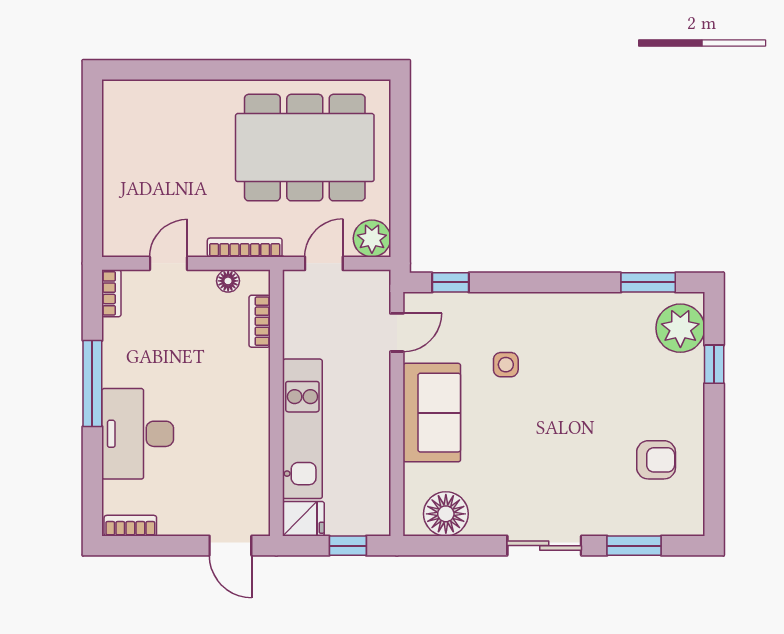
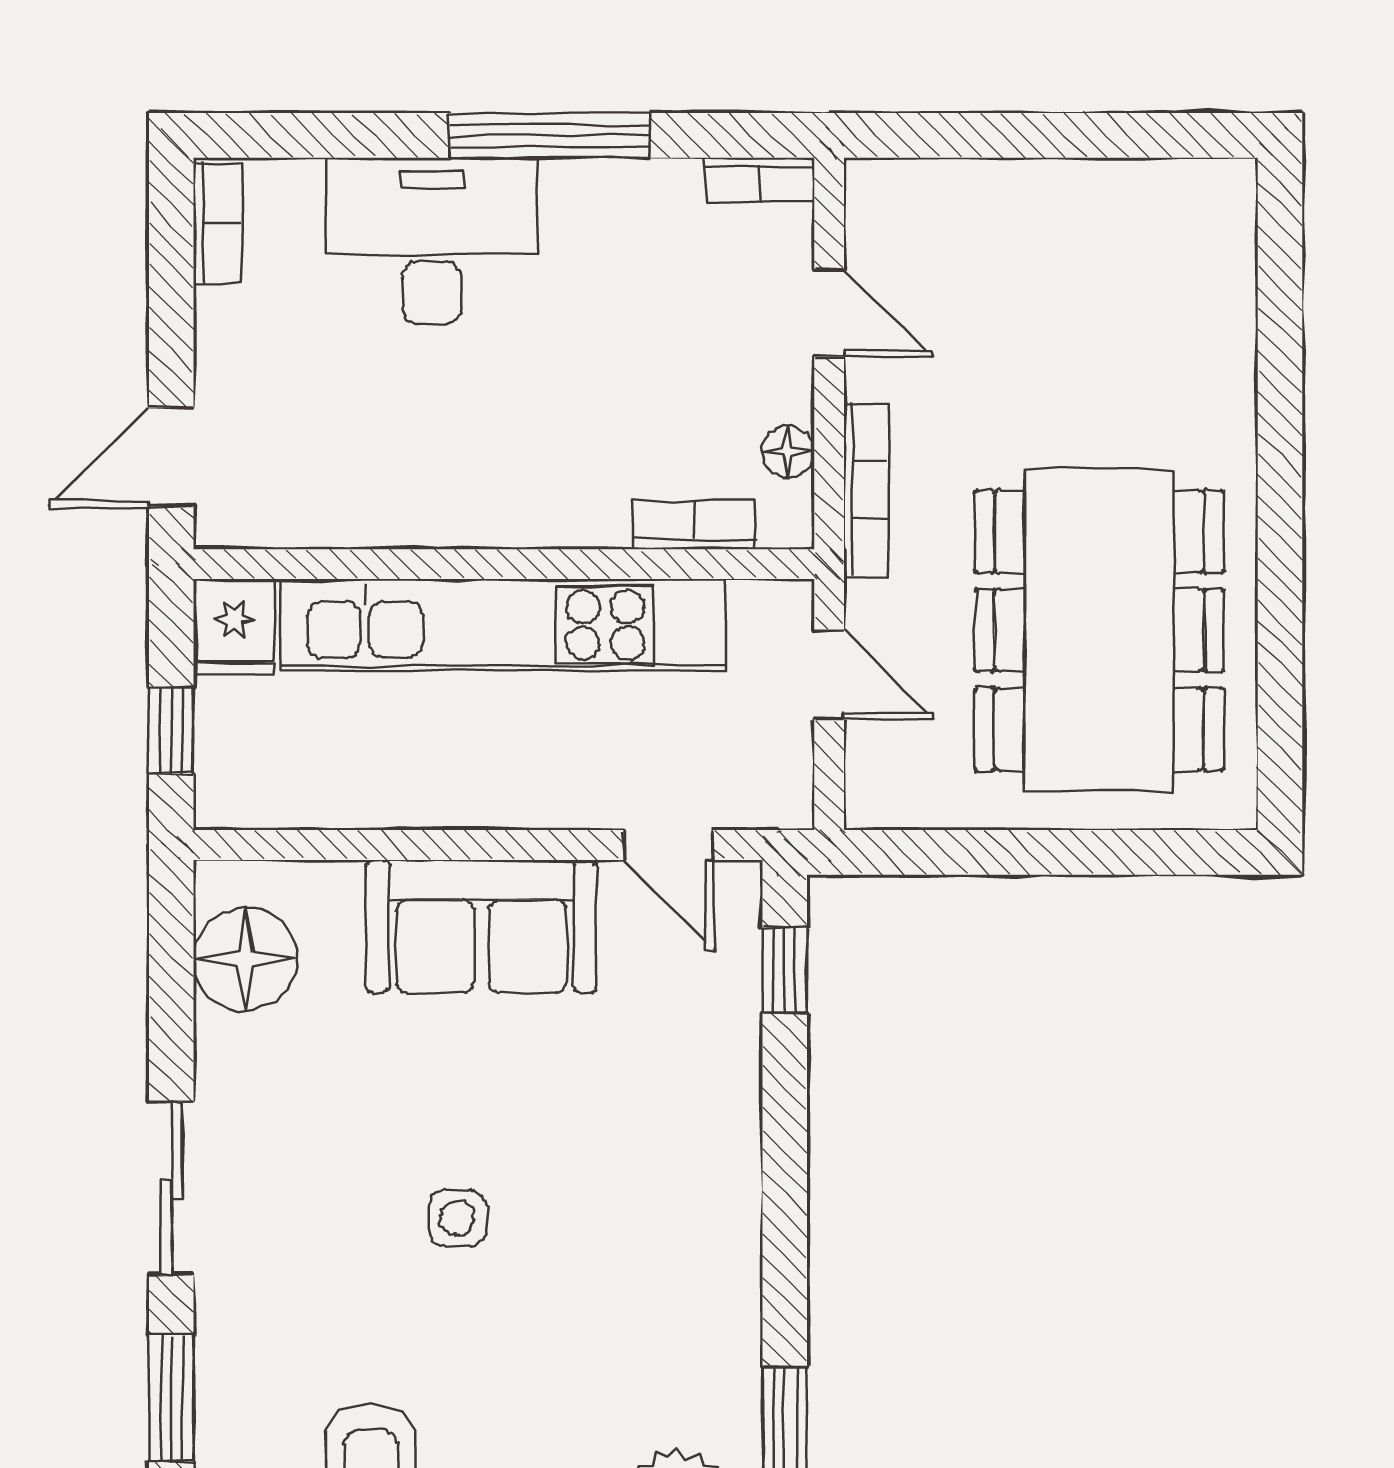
plant: (372, 238) -> (887, 787), removed
side table: (506, 365) -> (457, 1218), moved
kitchen unit: (302, 429) -> (503, 625), width x1.36

